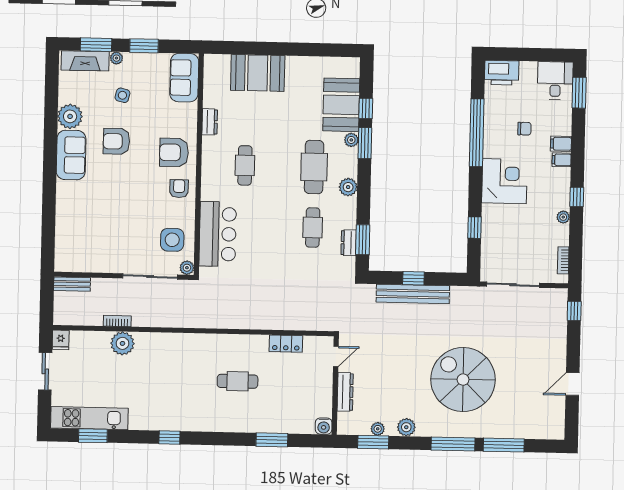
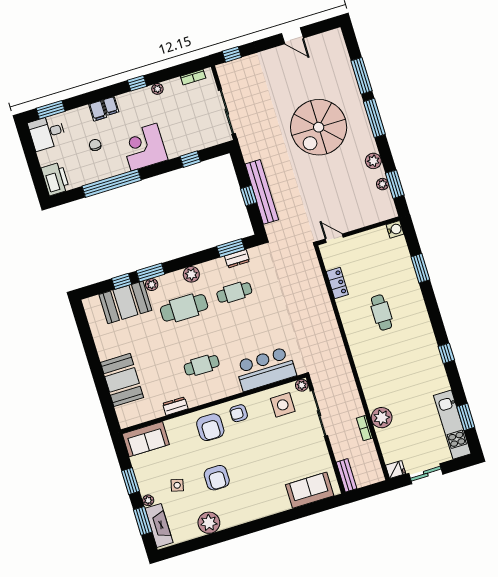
sofa: (71, 155) -> (310, 490), moved
dresser: (345, 392) -> (361, 221), removed

